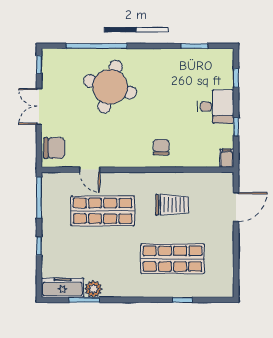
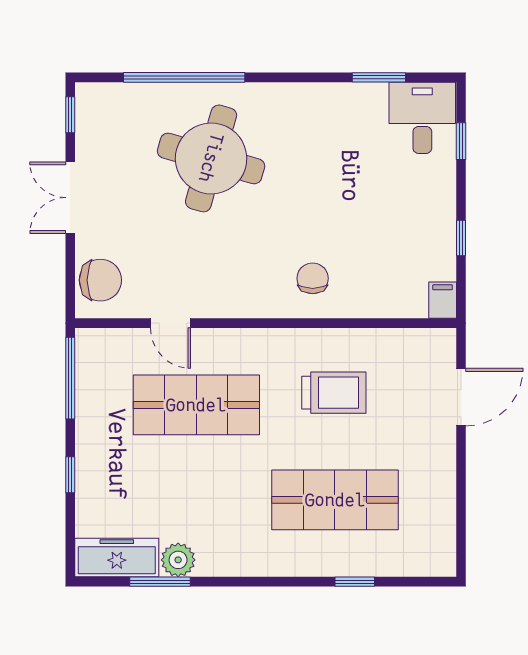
desk: (216, 107) -> (422, 118), moved, turned -90

